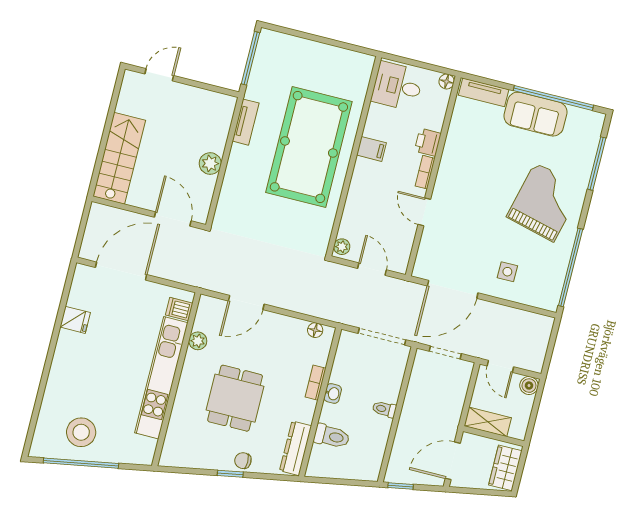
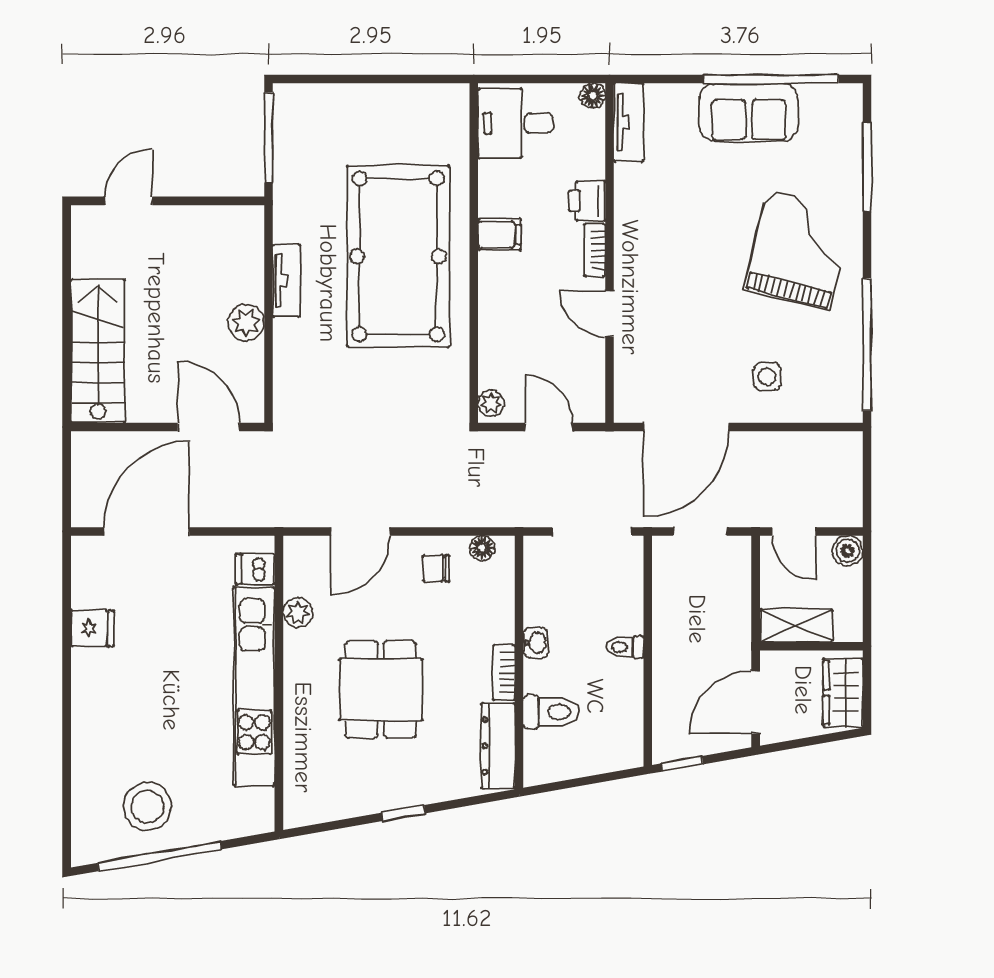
tv unit: (484, 92) -> (629, 122), moved, turned -90
tv unit: (246, 122) -> (286, 281), moved
bookcase: (316, 383) -> (504, 673), moved
chair: (243, 461) -> (436, 568), moved

